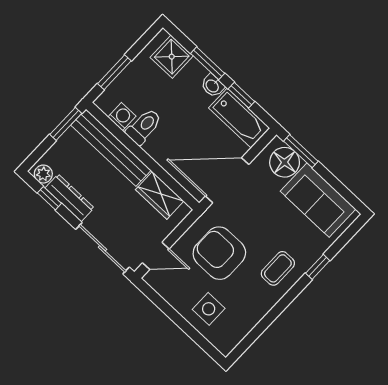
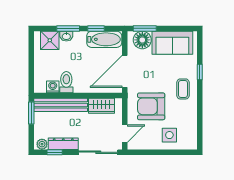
window: (114, 72) -> (31, 71), removed
washbasin: (213, 86) -> (66, 36), moved

